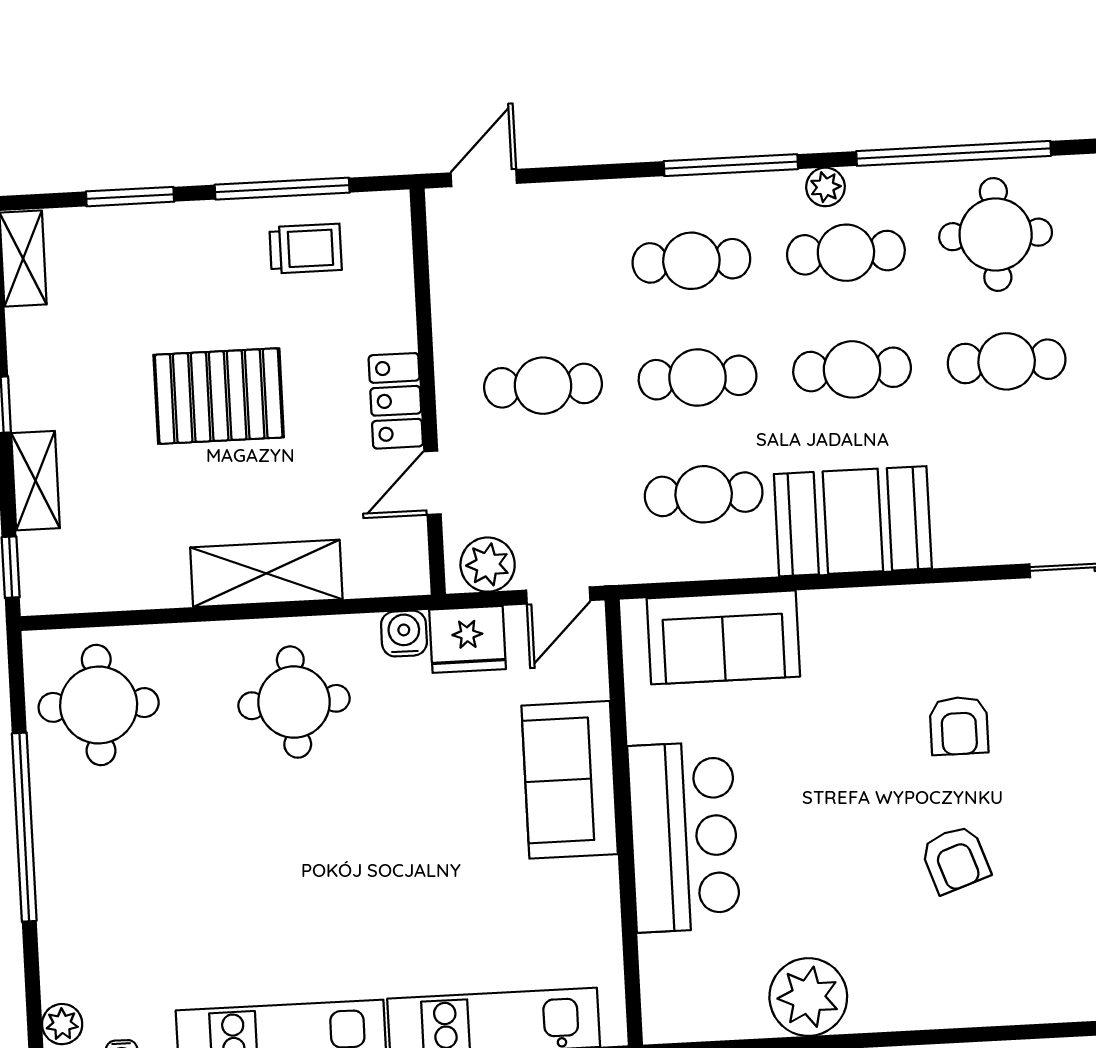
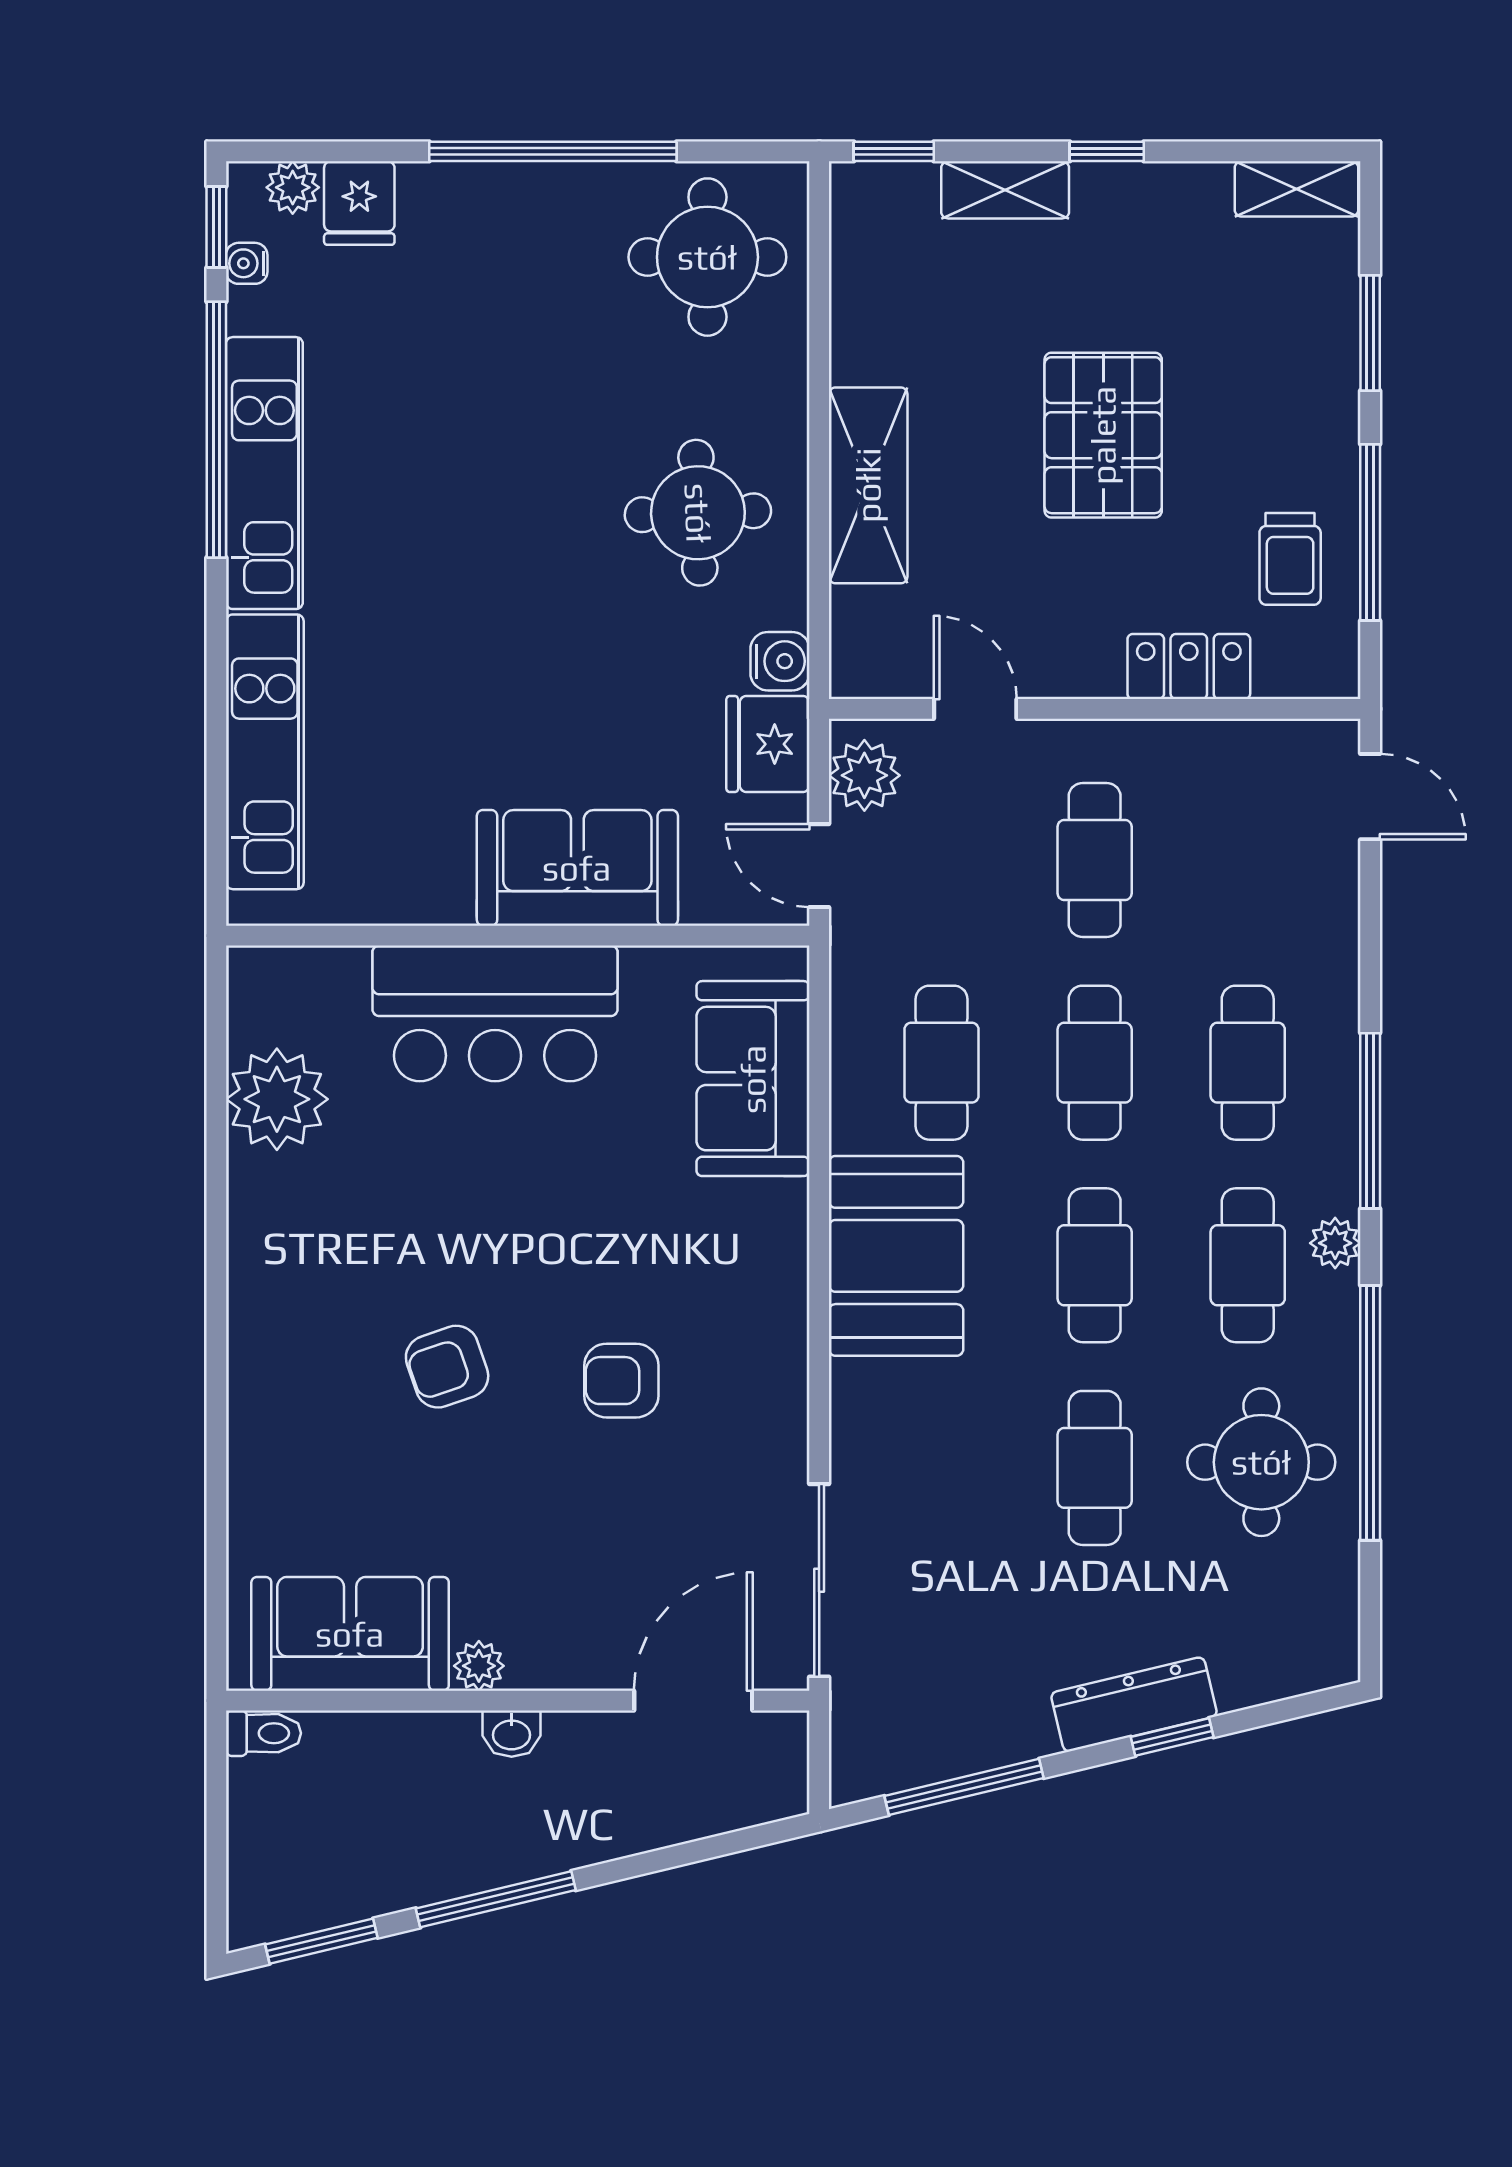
locker: (396, 401) -> (1189, 666), moved
fridge: (71, 973) -> (359, 203), added
plant: (808, 997) -> (277, 1099), moved

